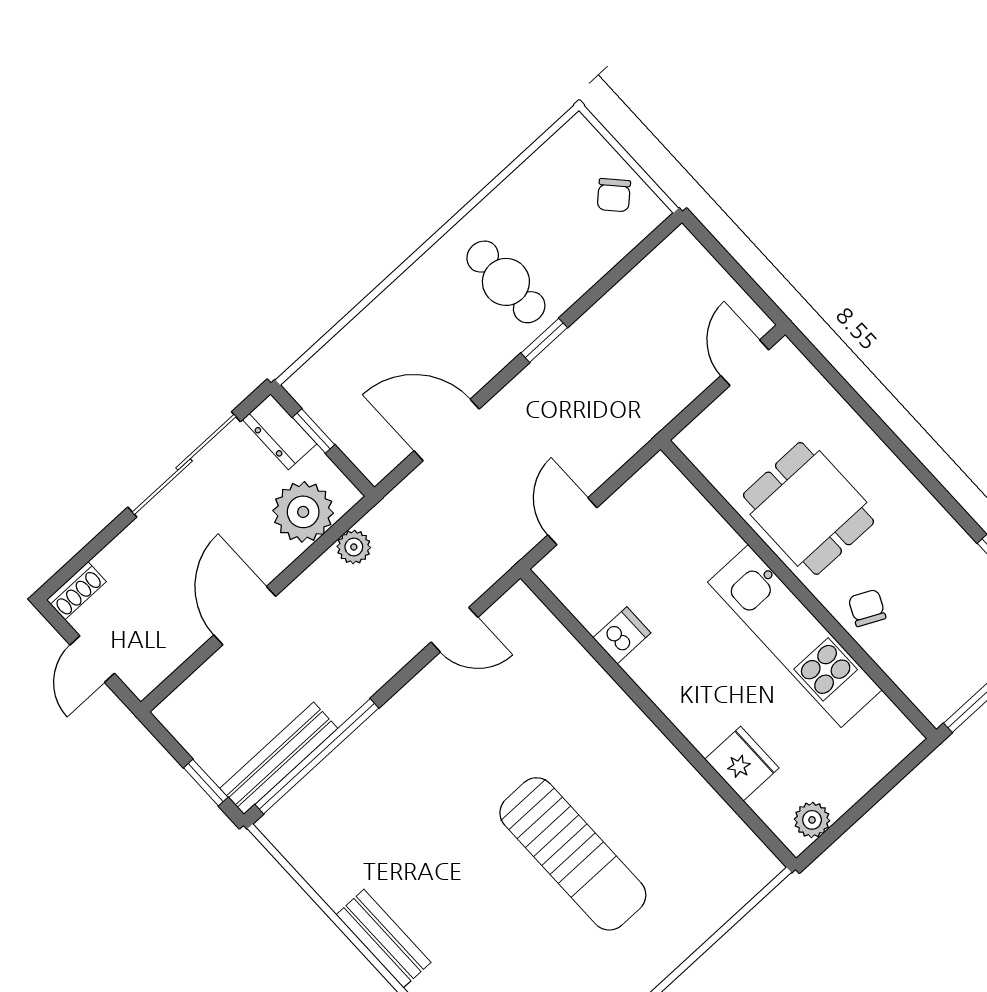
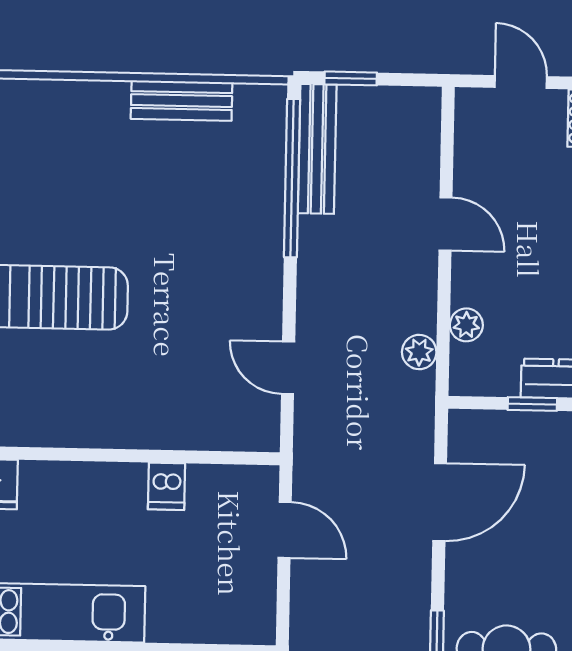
plant: (303, 512) -> (466, 325), width x0.53, depth x0.53
door: (245, 616) -> (446, 224), width x0.73
door: (455, 630) -> (288, 368), hinge flipped
bench: (384, 939) -> (182, 101), moved

